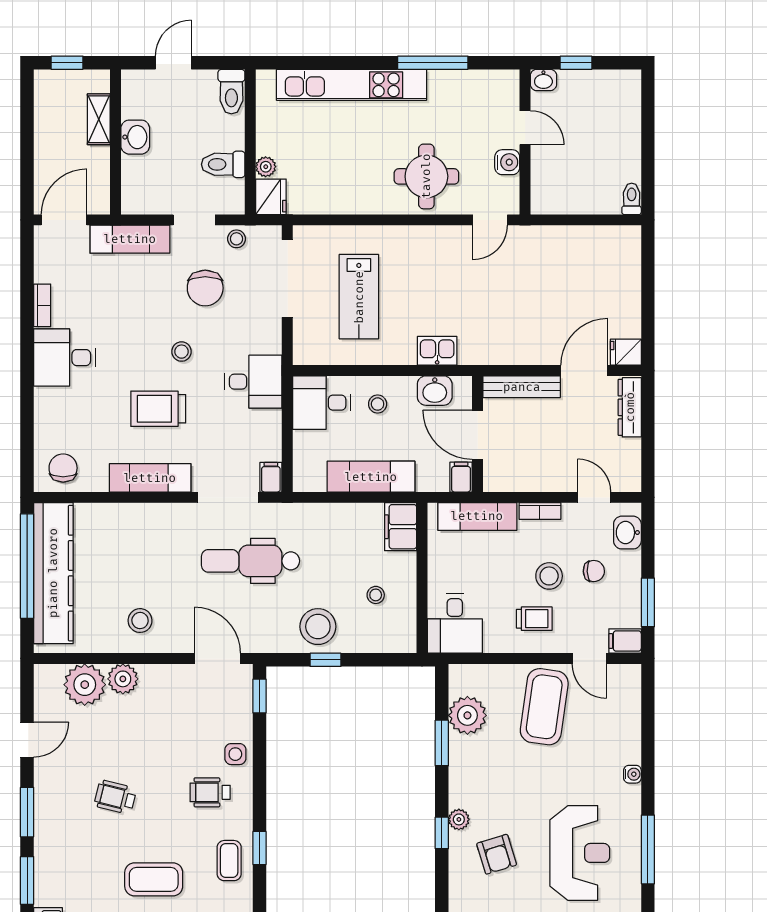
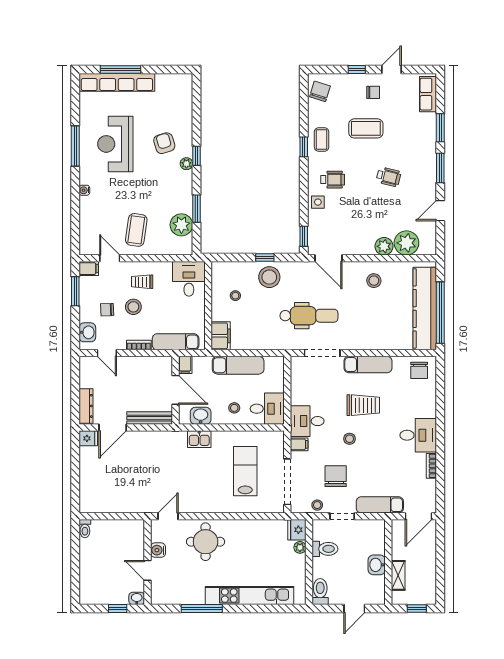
filing cabinet: (271, 477) -> (299, 444), moved, turned -90
coffee table: (544, 707) -> (136, 230), width x0.73, depth x0.76

